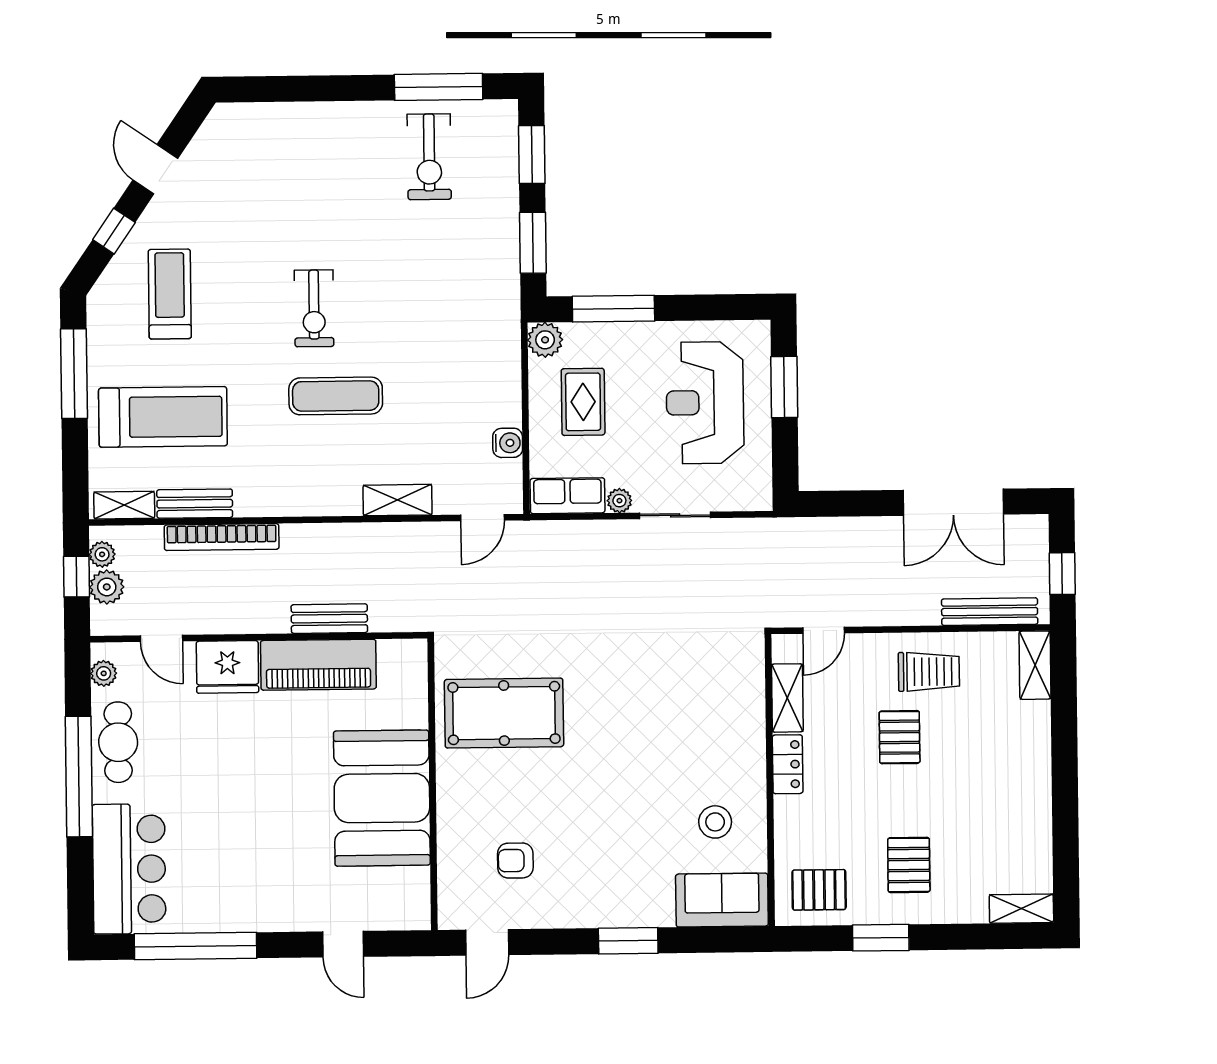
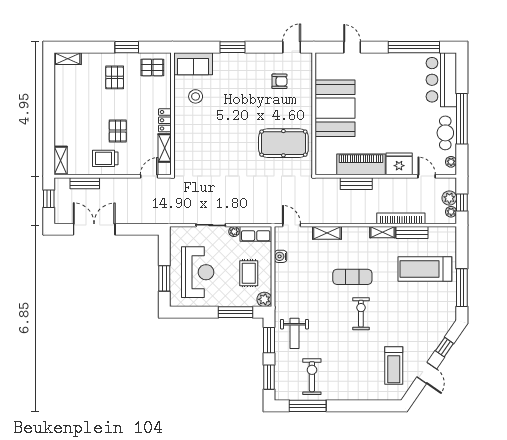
weight bench: (472, 260) -> (294, 333), added
treadmill: (170, 294) -> (394, 365), moved
shelving: (124, 505) -> (382, 232), moved
door: (482, 518) -> (291, 225), hinge flipped
bench: (990, 612) -> (85, 183), width x0.73

